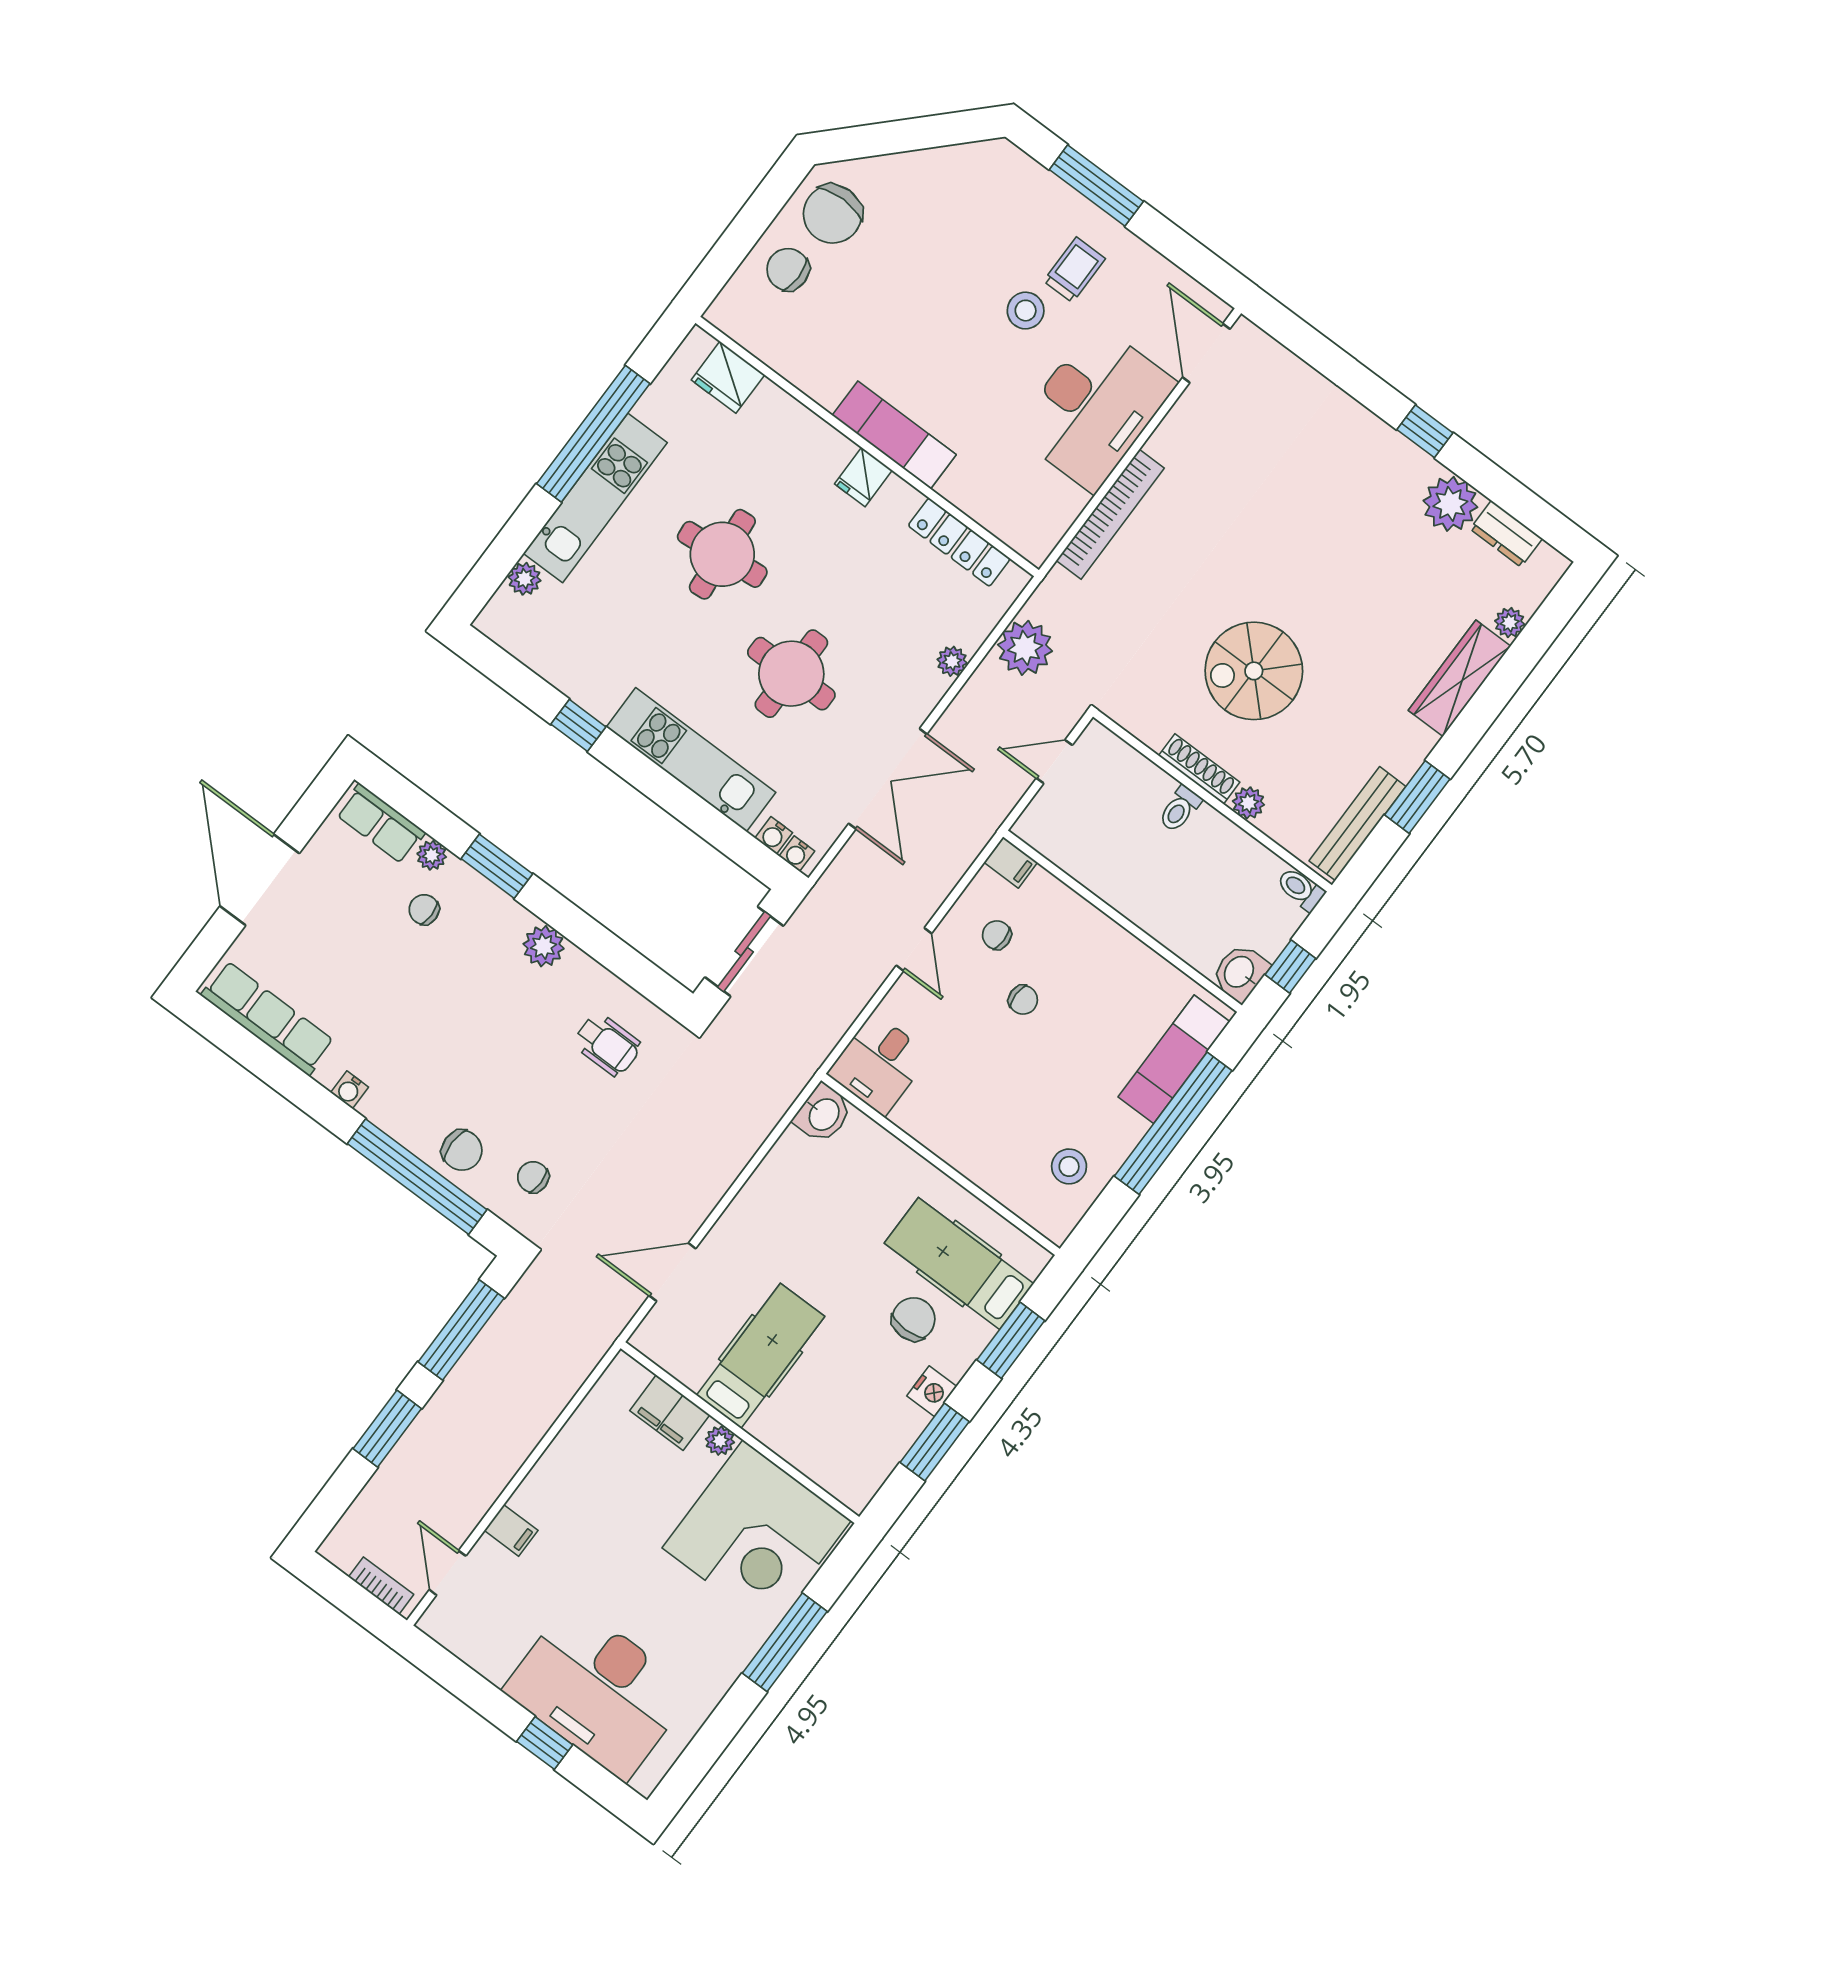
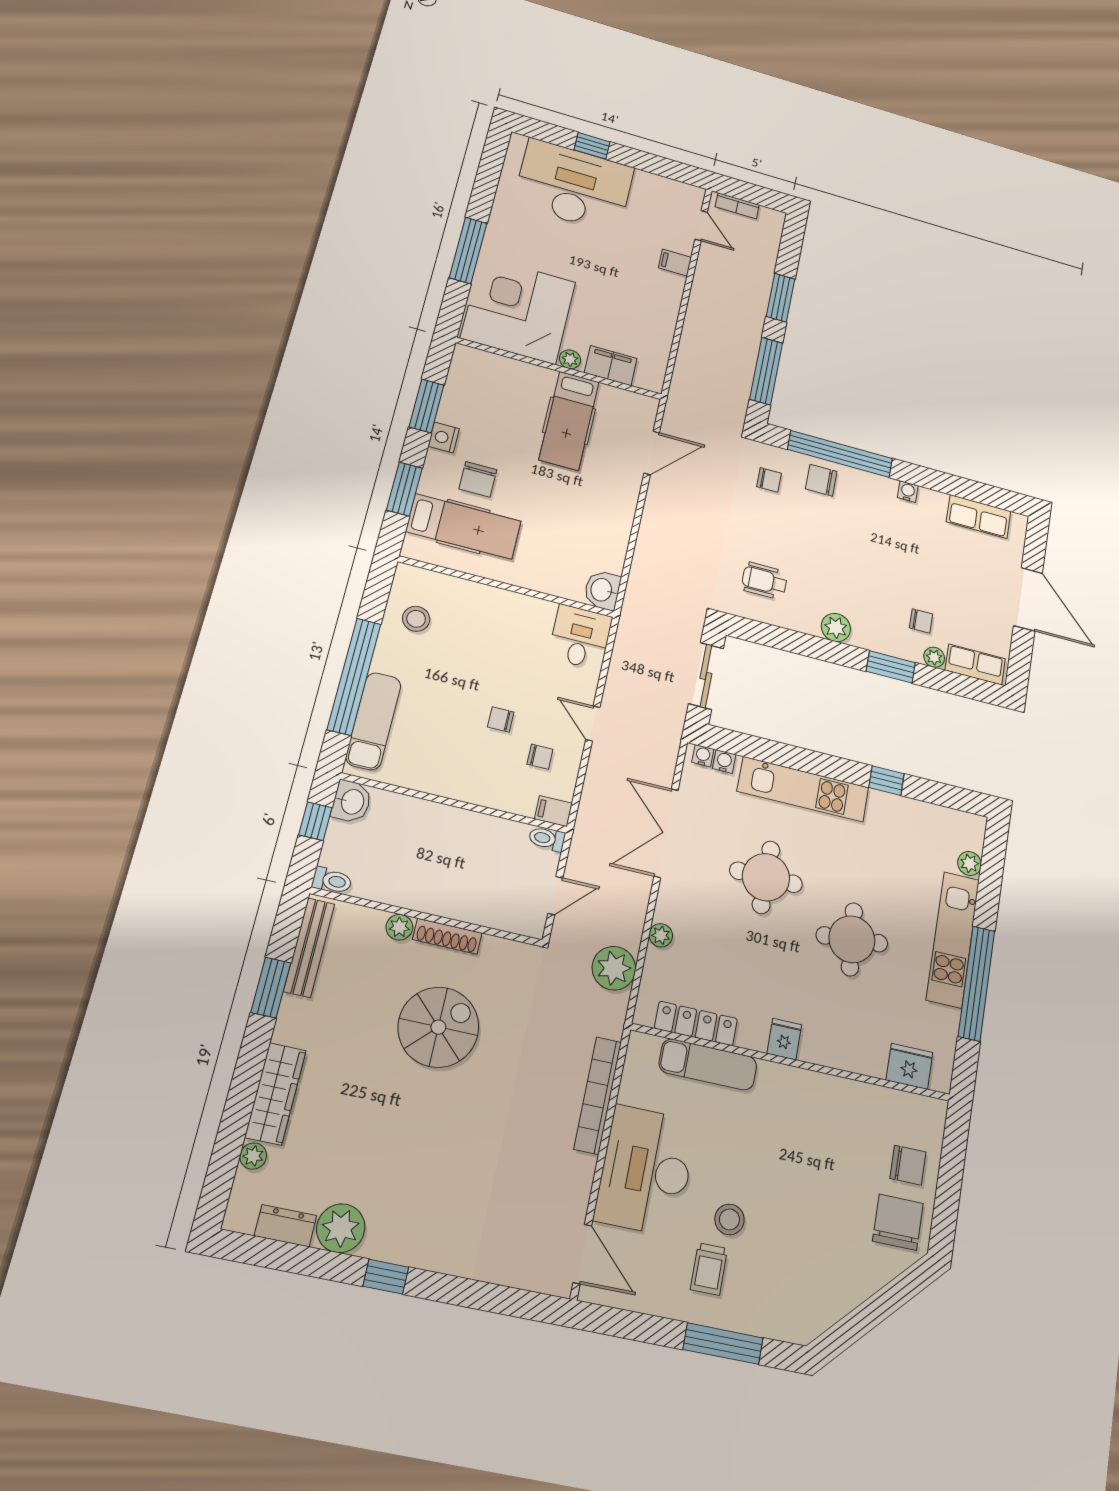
exam couch: (894, 435) -> (708, 1065), moved
toilet: (1180, 809) -> (547, 839), moved, turned -90
row of seats: (268, 1018) -> (979, 516), width x0.68

